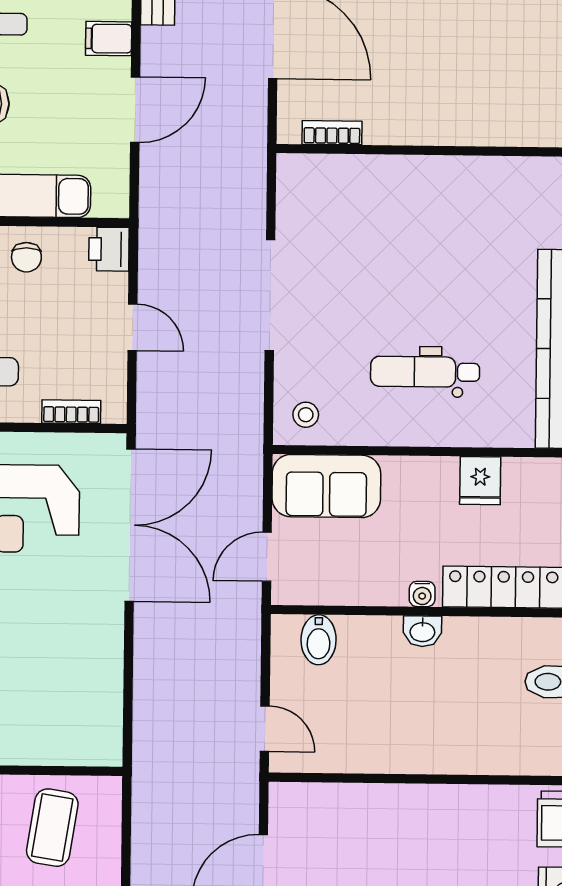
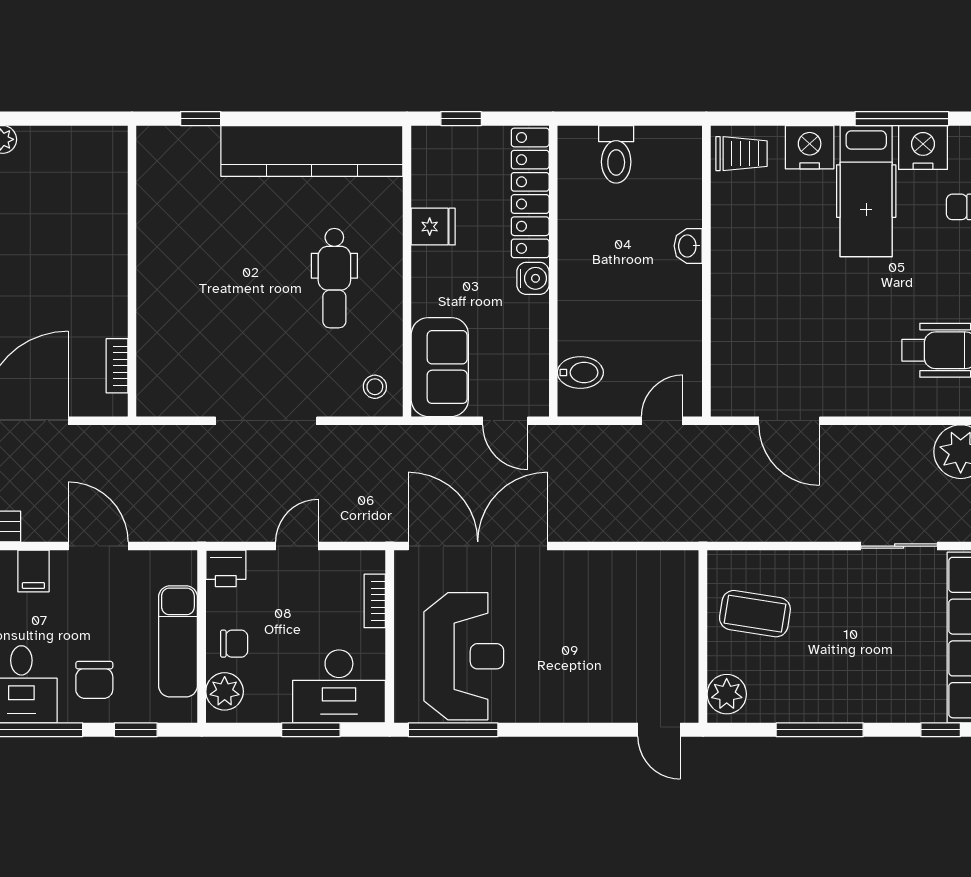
water cooler: (422, 594) -> (533, 278), width x1.38, depth x1.38
washbasin: (422, 631) -> (688, 246), moved, turned 180

